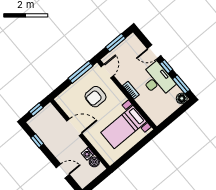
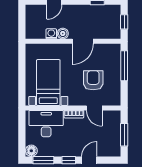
door: (107, 71) -> (94, 108), moved
window: (80, 72) -> (124, 66), moved
desk: (157, 80) -> (46, 124), moved, turned 180
boiler: (94, 162) -> (63, 34), moved

